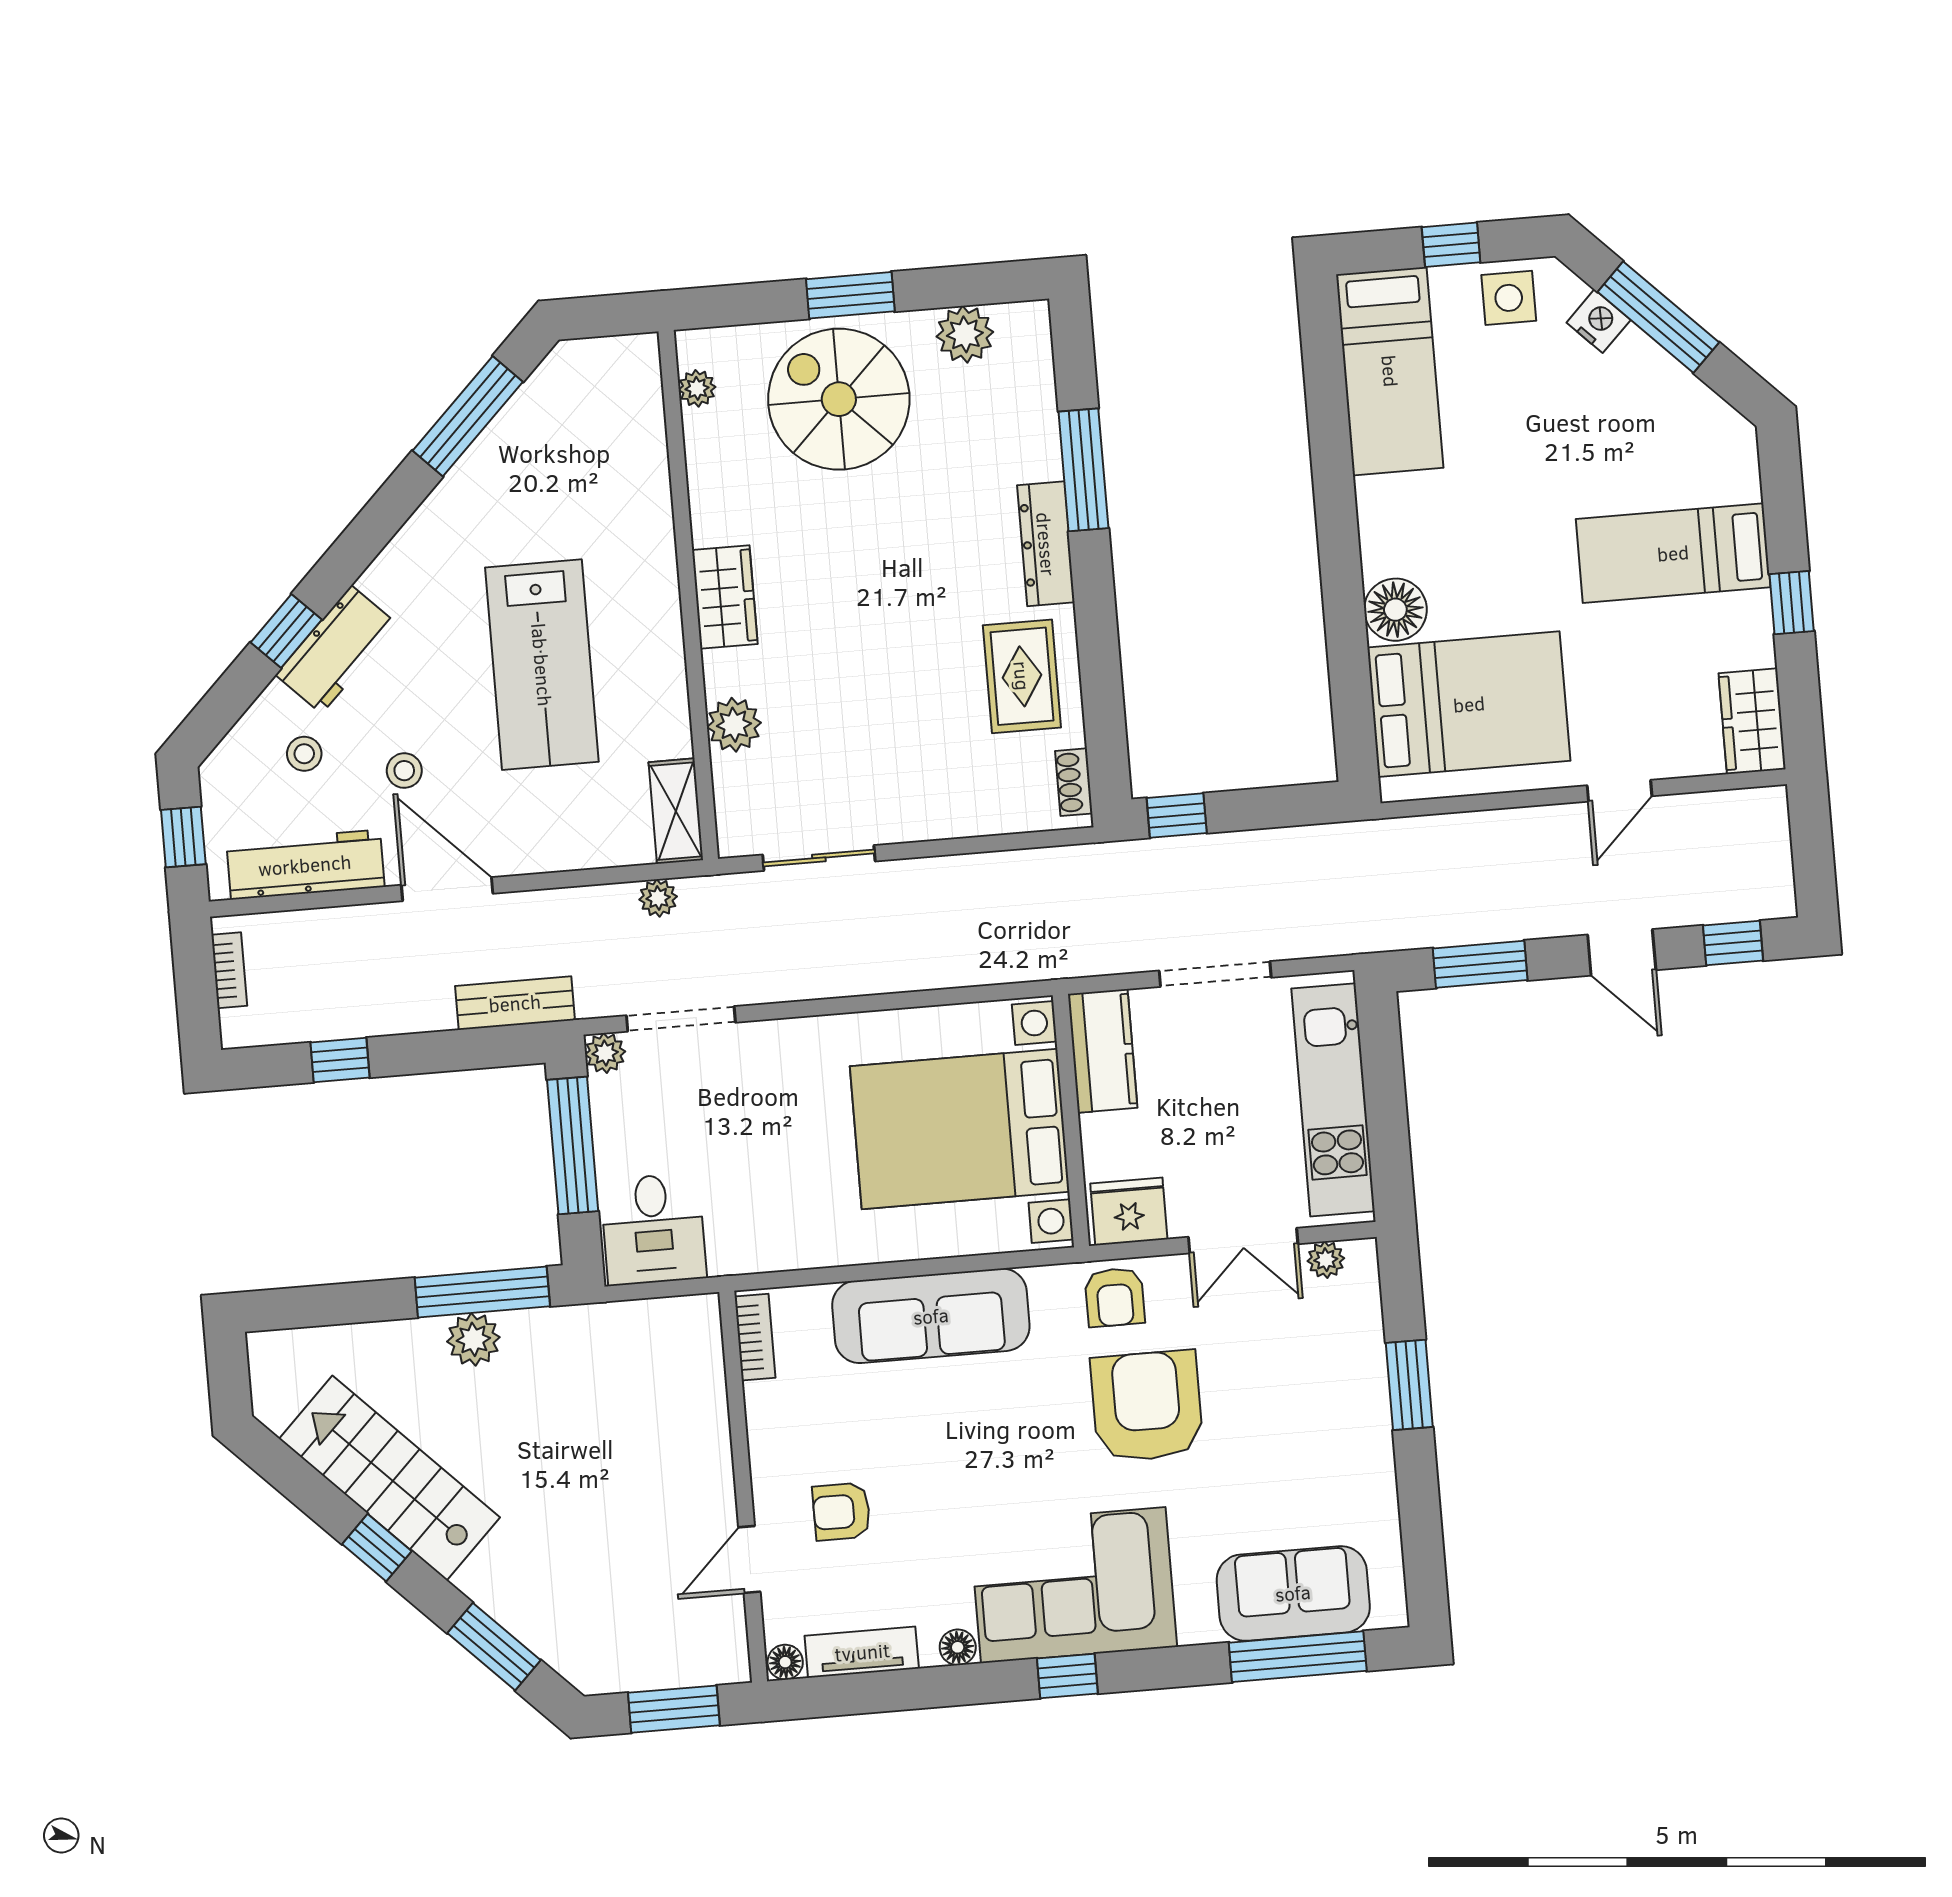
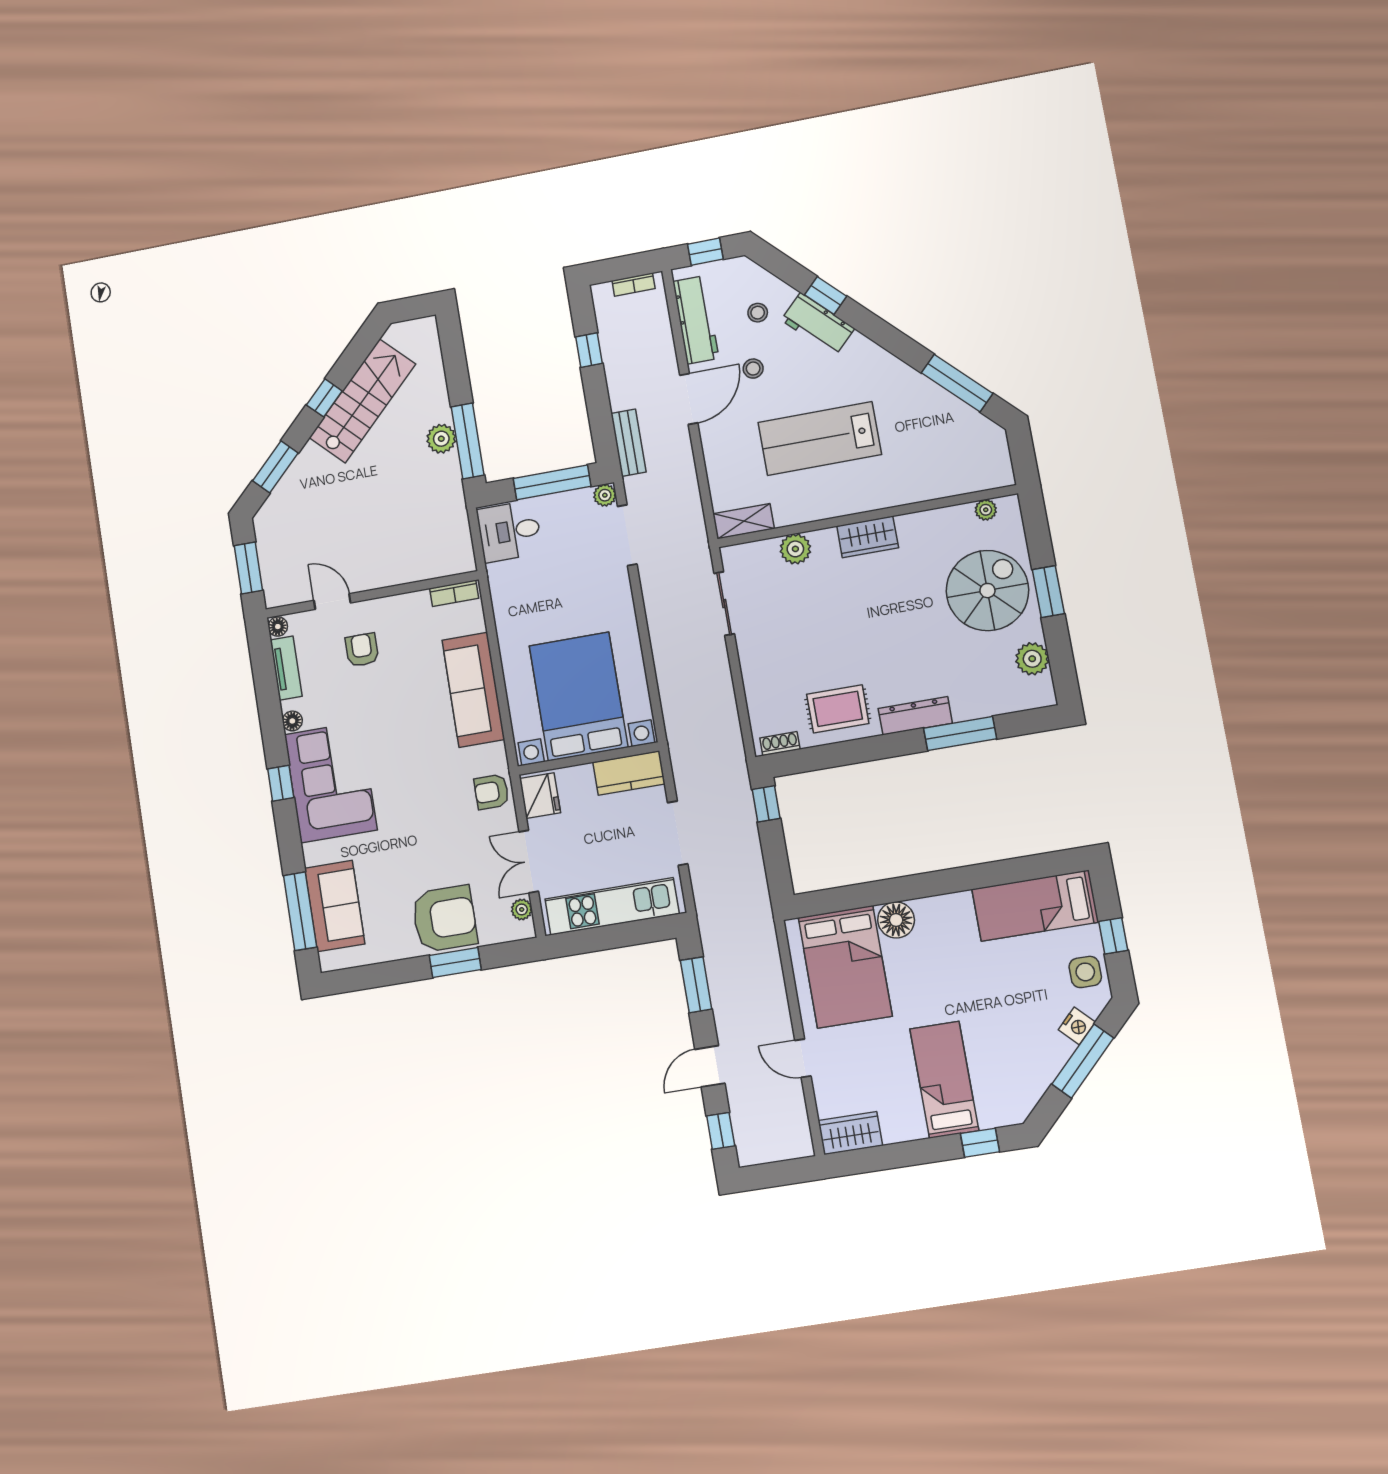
window: (1792, 603) -> (980, 1143), moved
plant: (658, 898) -> (694, 516), removed
armchair: (1147, 1406) -> (444, 919), moved

